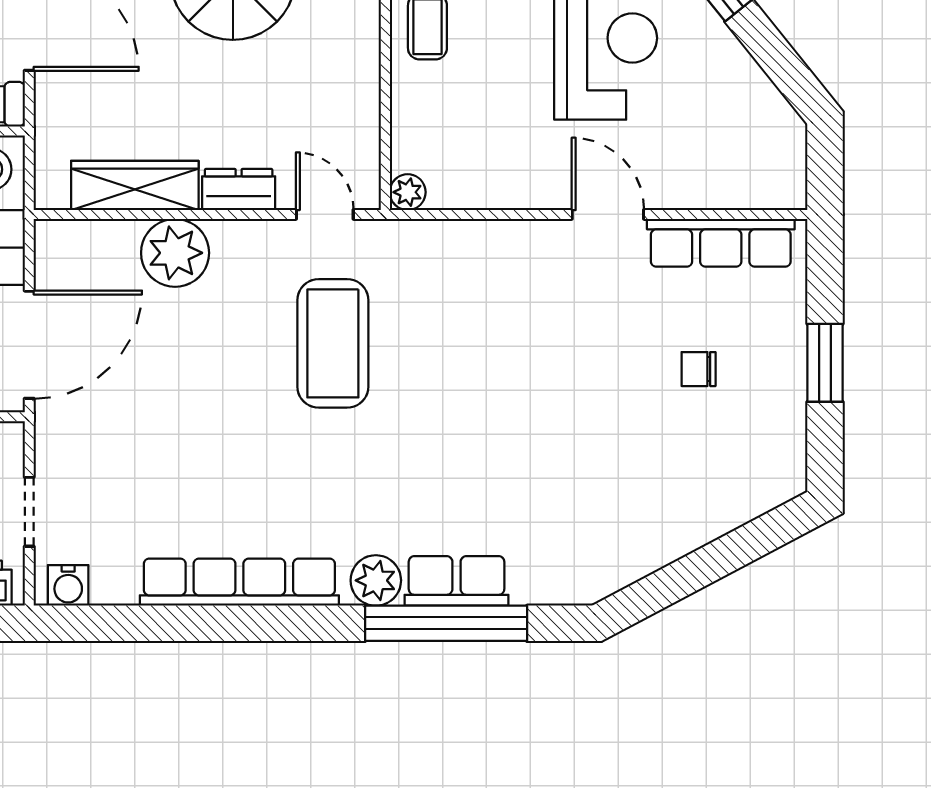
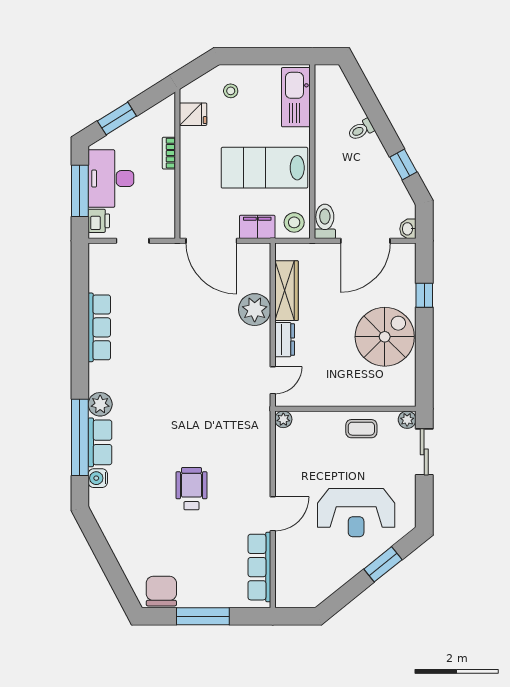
coffee table: (333, 343) -> (212, 384), removed
window: (825, 363) -> (203, 616), width x1.44
chair: (699, 369) -> (161, 591), moved, width x1.87, depth x1.87
wheelchair: (555, 387) -> (191, 489), added
row of seats: (239, 582) -> (99, 327), width x0.73
water cooler: (68, 585) -> (98, 478), moved

